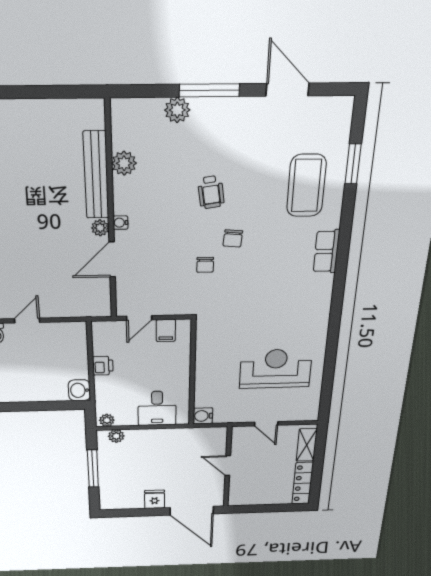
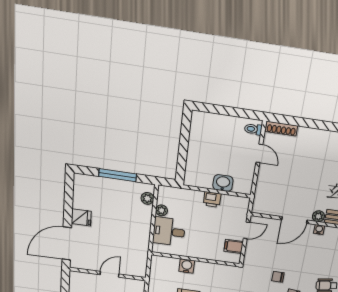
door: (112, 259) -> (294, 220), swing flipped
door: (139, 318) -> (247, 230), swing flipped
washbasin: (79, 390) -> (223, 183), moved
water cooler: (203, 416) -> (187, 266), moved
plant: (107, 420) -> (161, 210), moved

